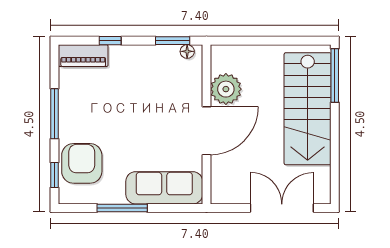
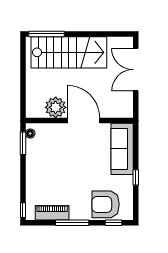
window: (110, 41) -> (23, 210), moved
piano: (83, 56) -> (52, 213), moved, turned -90
window: (122, 208) -> (136, 177), width x0.46

